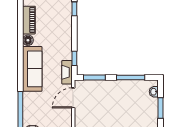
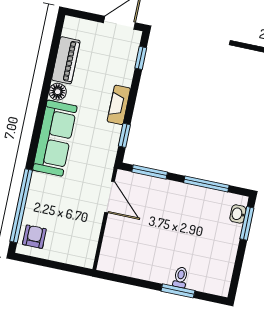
fireplace: (67, 72) -> (119, 105), moved
door: (73, 98) -> (110, 197), swing flipped
window: (161, 108) -> (247, 223), moved

